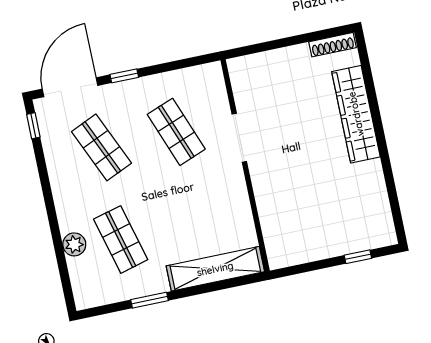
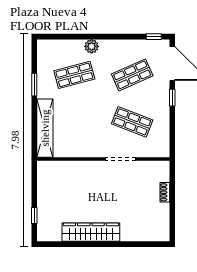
shoe rack: (333, 45) -> (165, 192), moved, width x0.70
wardrobe: (356, 114) -> (91, 232), moved
shop shelf: (176, 132) -> (132, 122), turned 42
plant: (74, 244) -> (92, 46), moved

